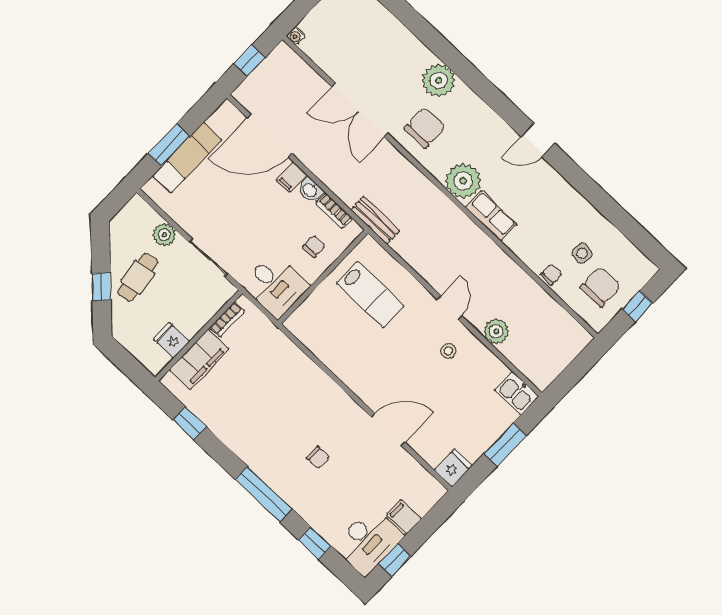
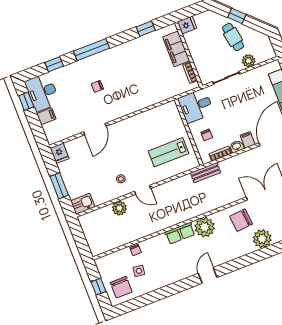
chair: (425, 128) -> (241, 220), turned 85
chair: (600, 287) -> (121, 287), moved
fridge: (171, 340) -> (187, 25), moved

